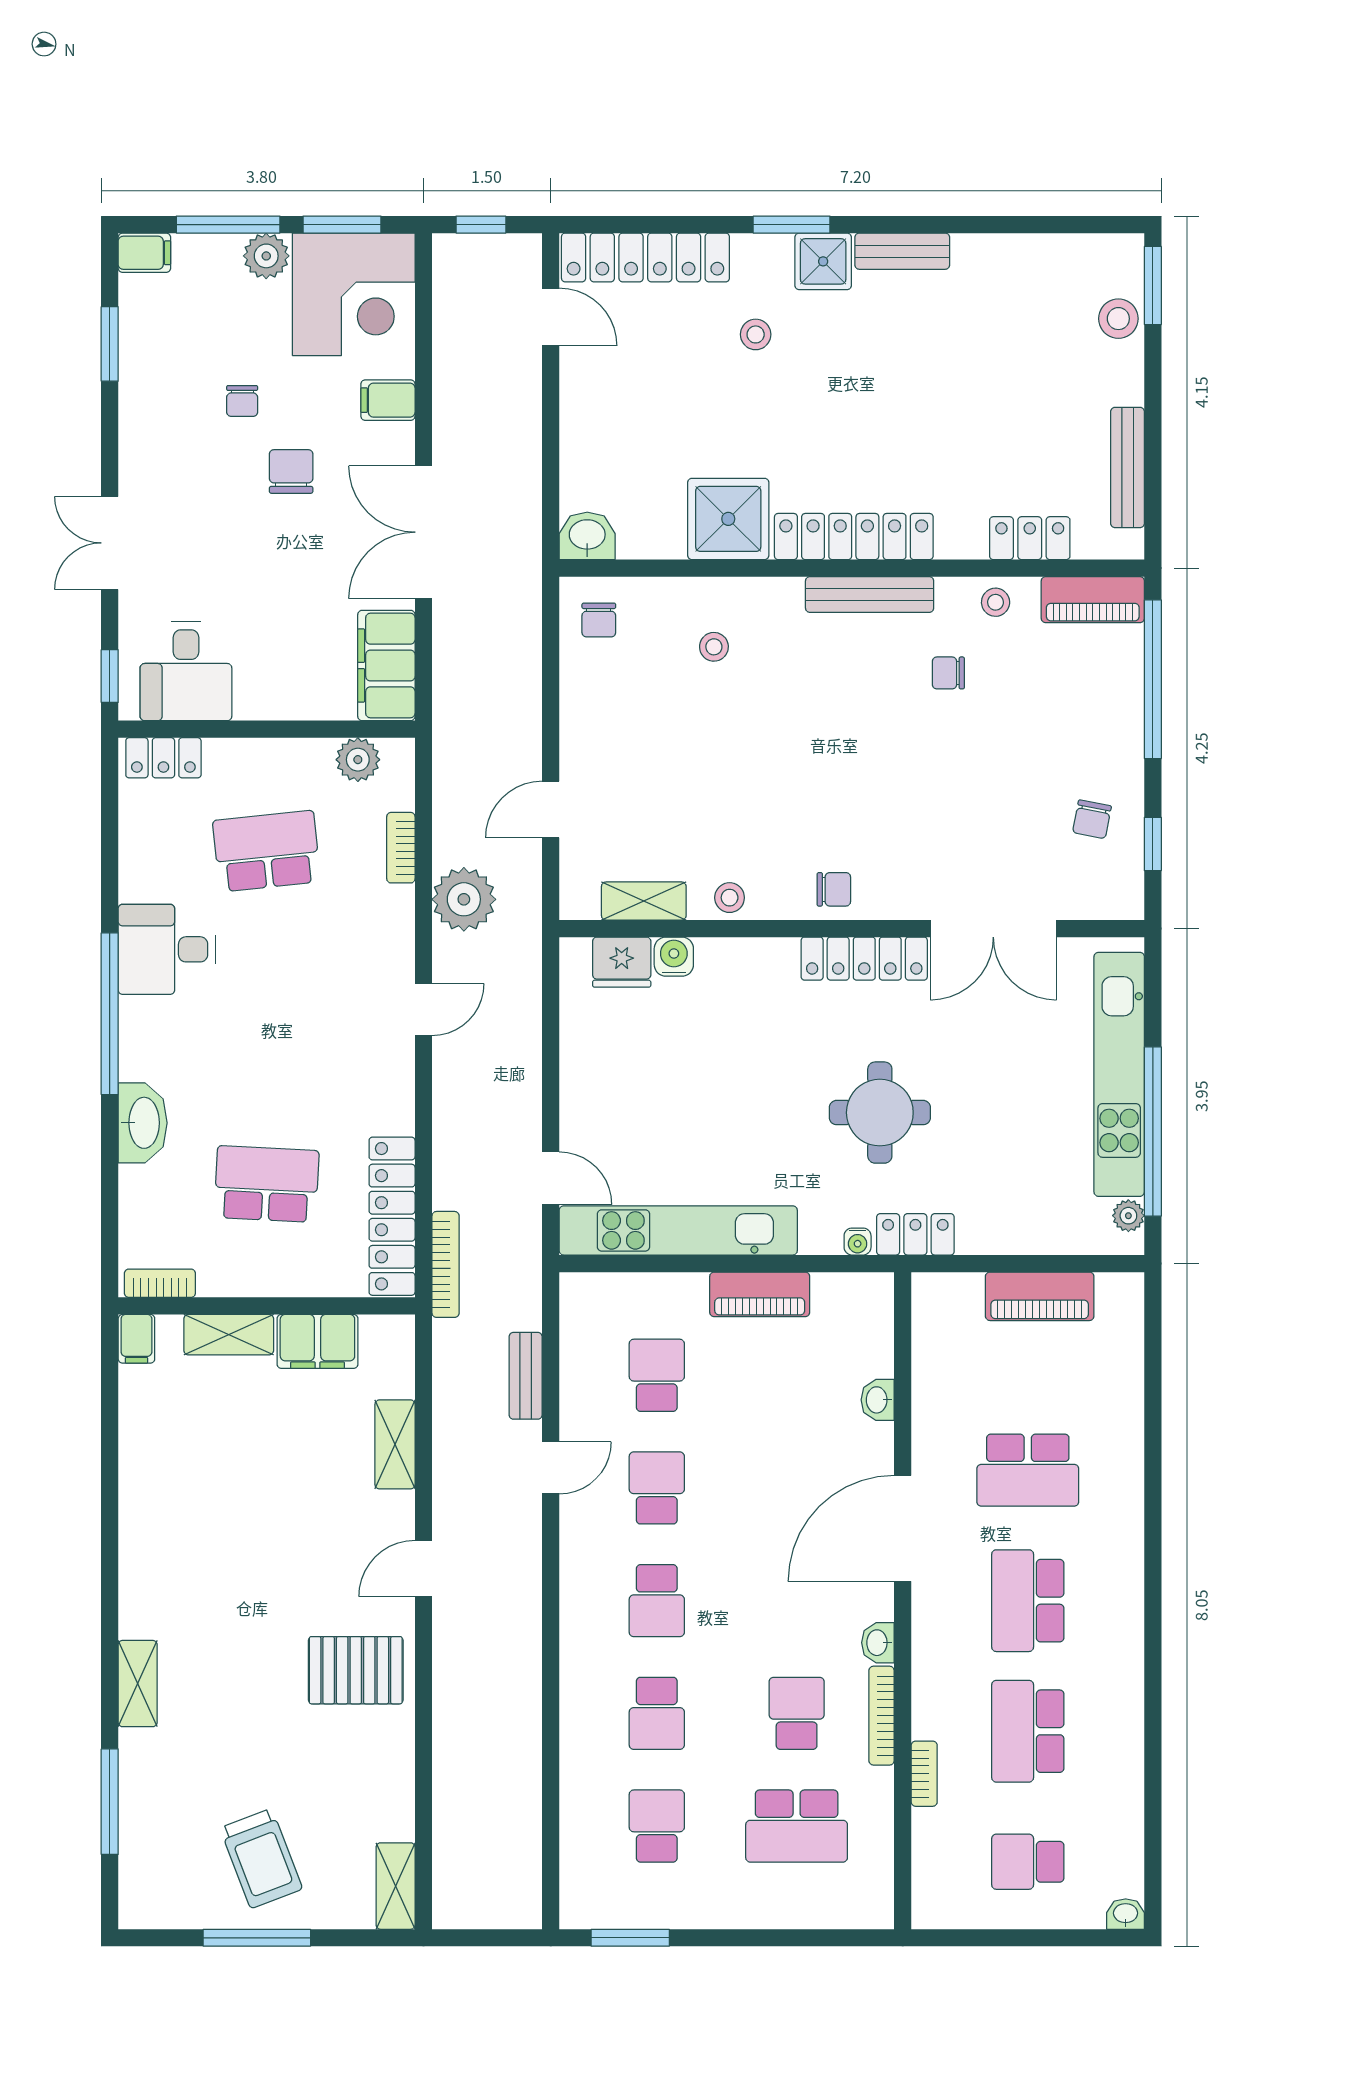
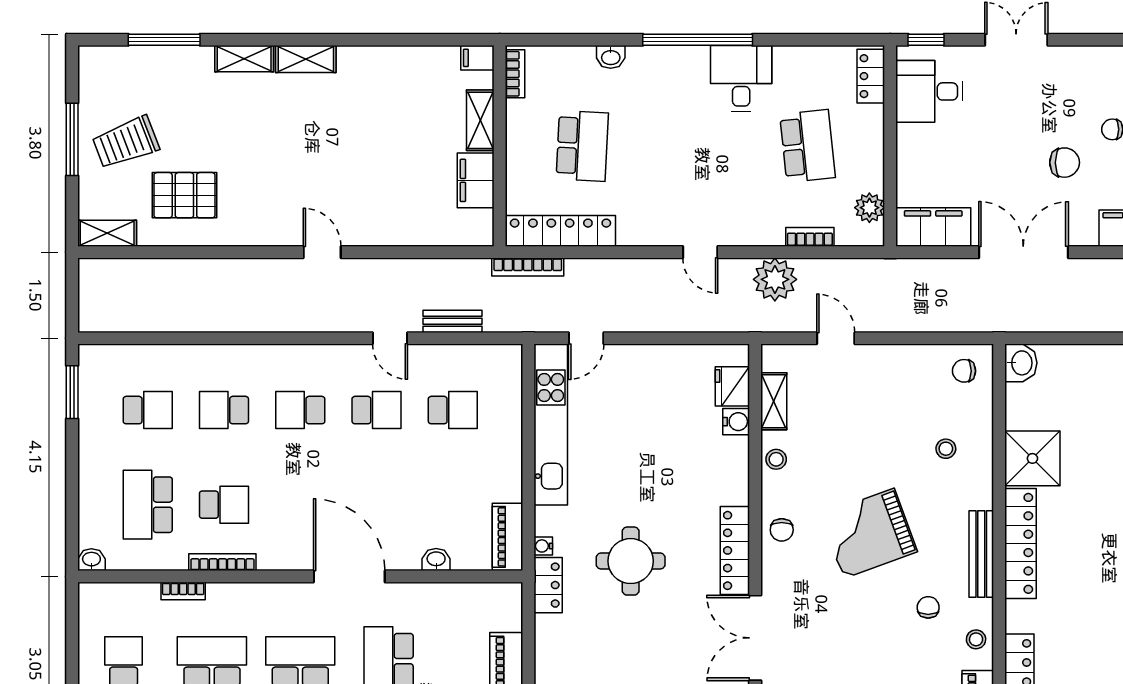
grand piano: (839, 760) -> (869, 533), added
washbasin: (143, 1123) -> (611, 57), width x0.52, depth x0.69
piano: (760, 1294) -> (508, 537), moved
shelving: (395, 1444) -> (306, 59), moved
washbasin: (878, 1643) -> (91, 560), moved
pallet: (356, 1670) -> (184, 195), moved, turned 90

